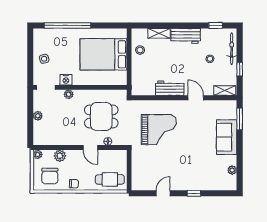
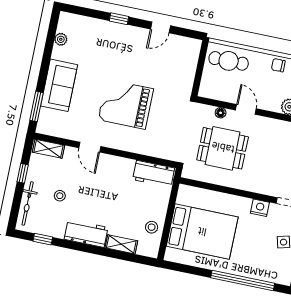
workbench: (170, 88) -> (154, 174), moved
plant: (69, 94) -> (260, 187), removed
grand piano: (159, 130) -> (126, 104), moved

